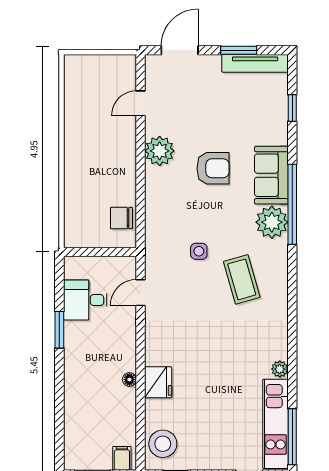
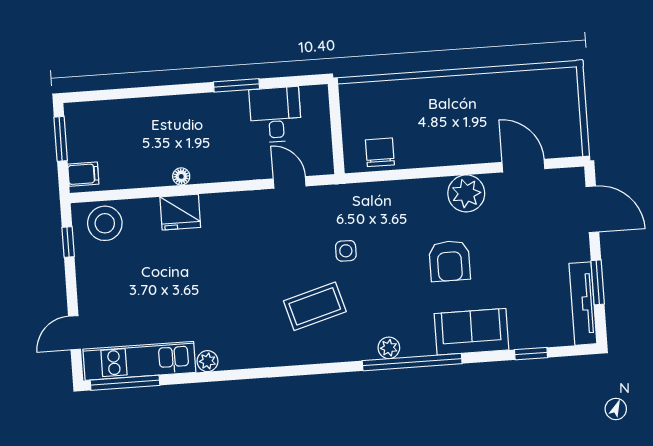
door: (140, 103) -> (523, 166), width x1.37
sofa: (271, 175) -> (472, 332), moved
plant: (272, 222) -> (389, 348), width x0.53, depth x0.53

